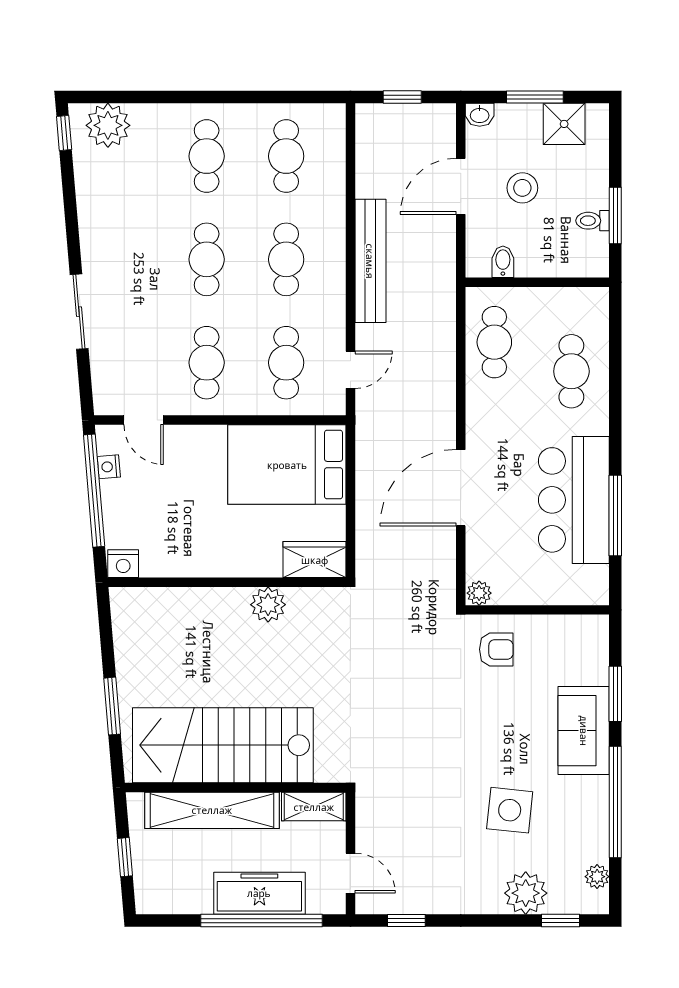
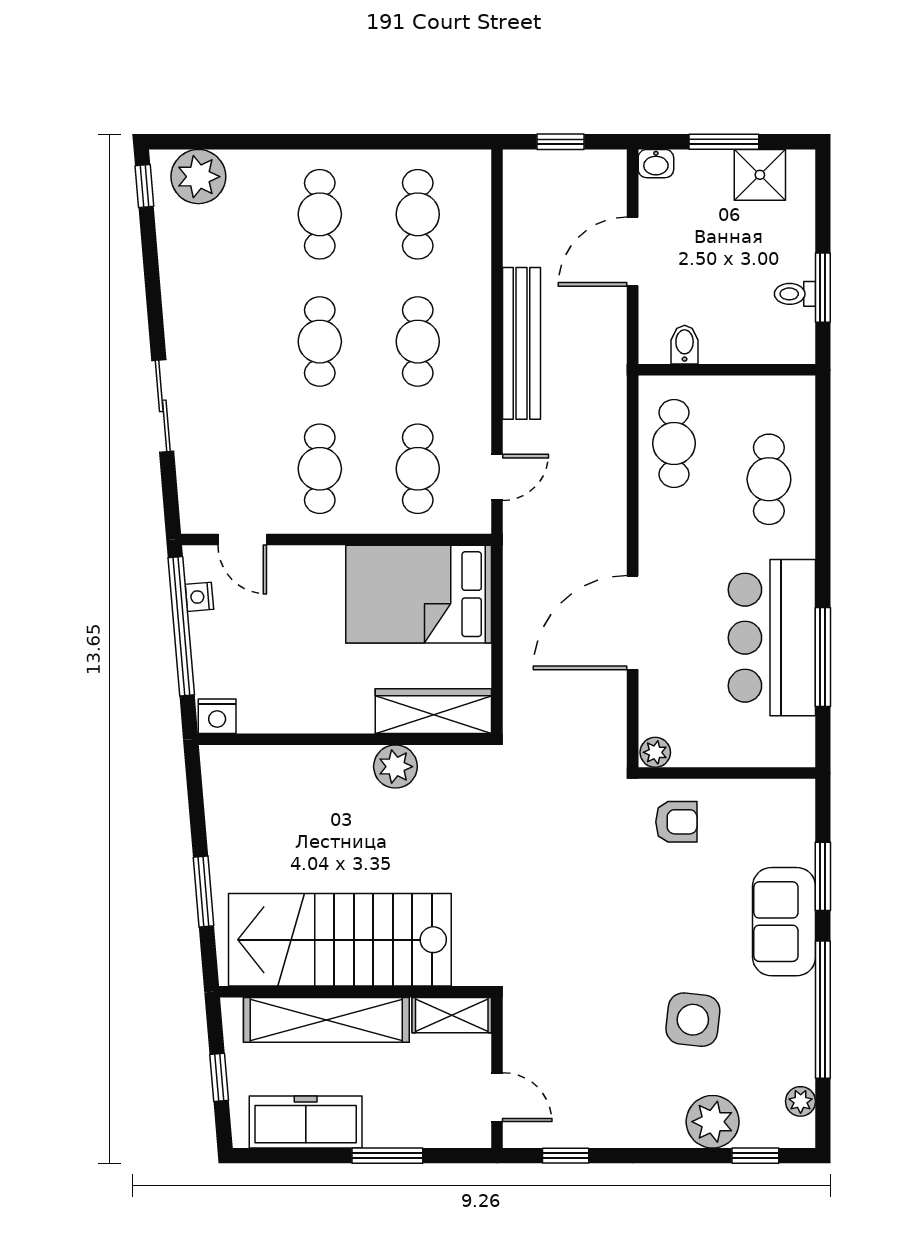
stool: (522, 188) -> (709, 254), removed
wardrobe: (315, 560) -> (433, 711), width x1.50
freezer: (259, 893) -> (306, 1122), moved
window: (261, 921) -> (387, 1156), width x0.47

